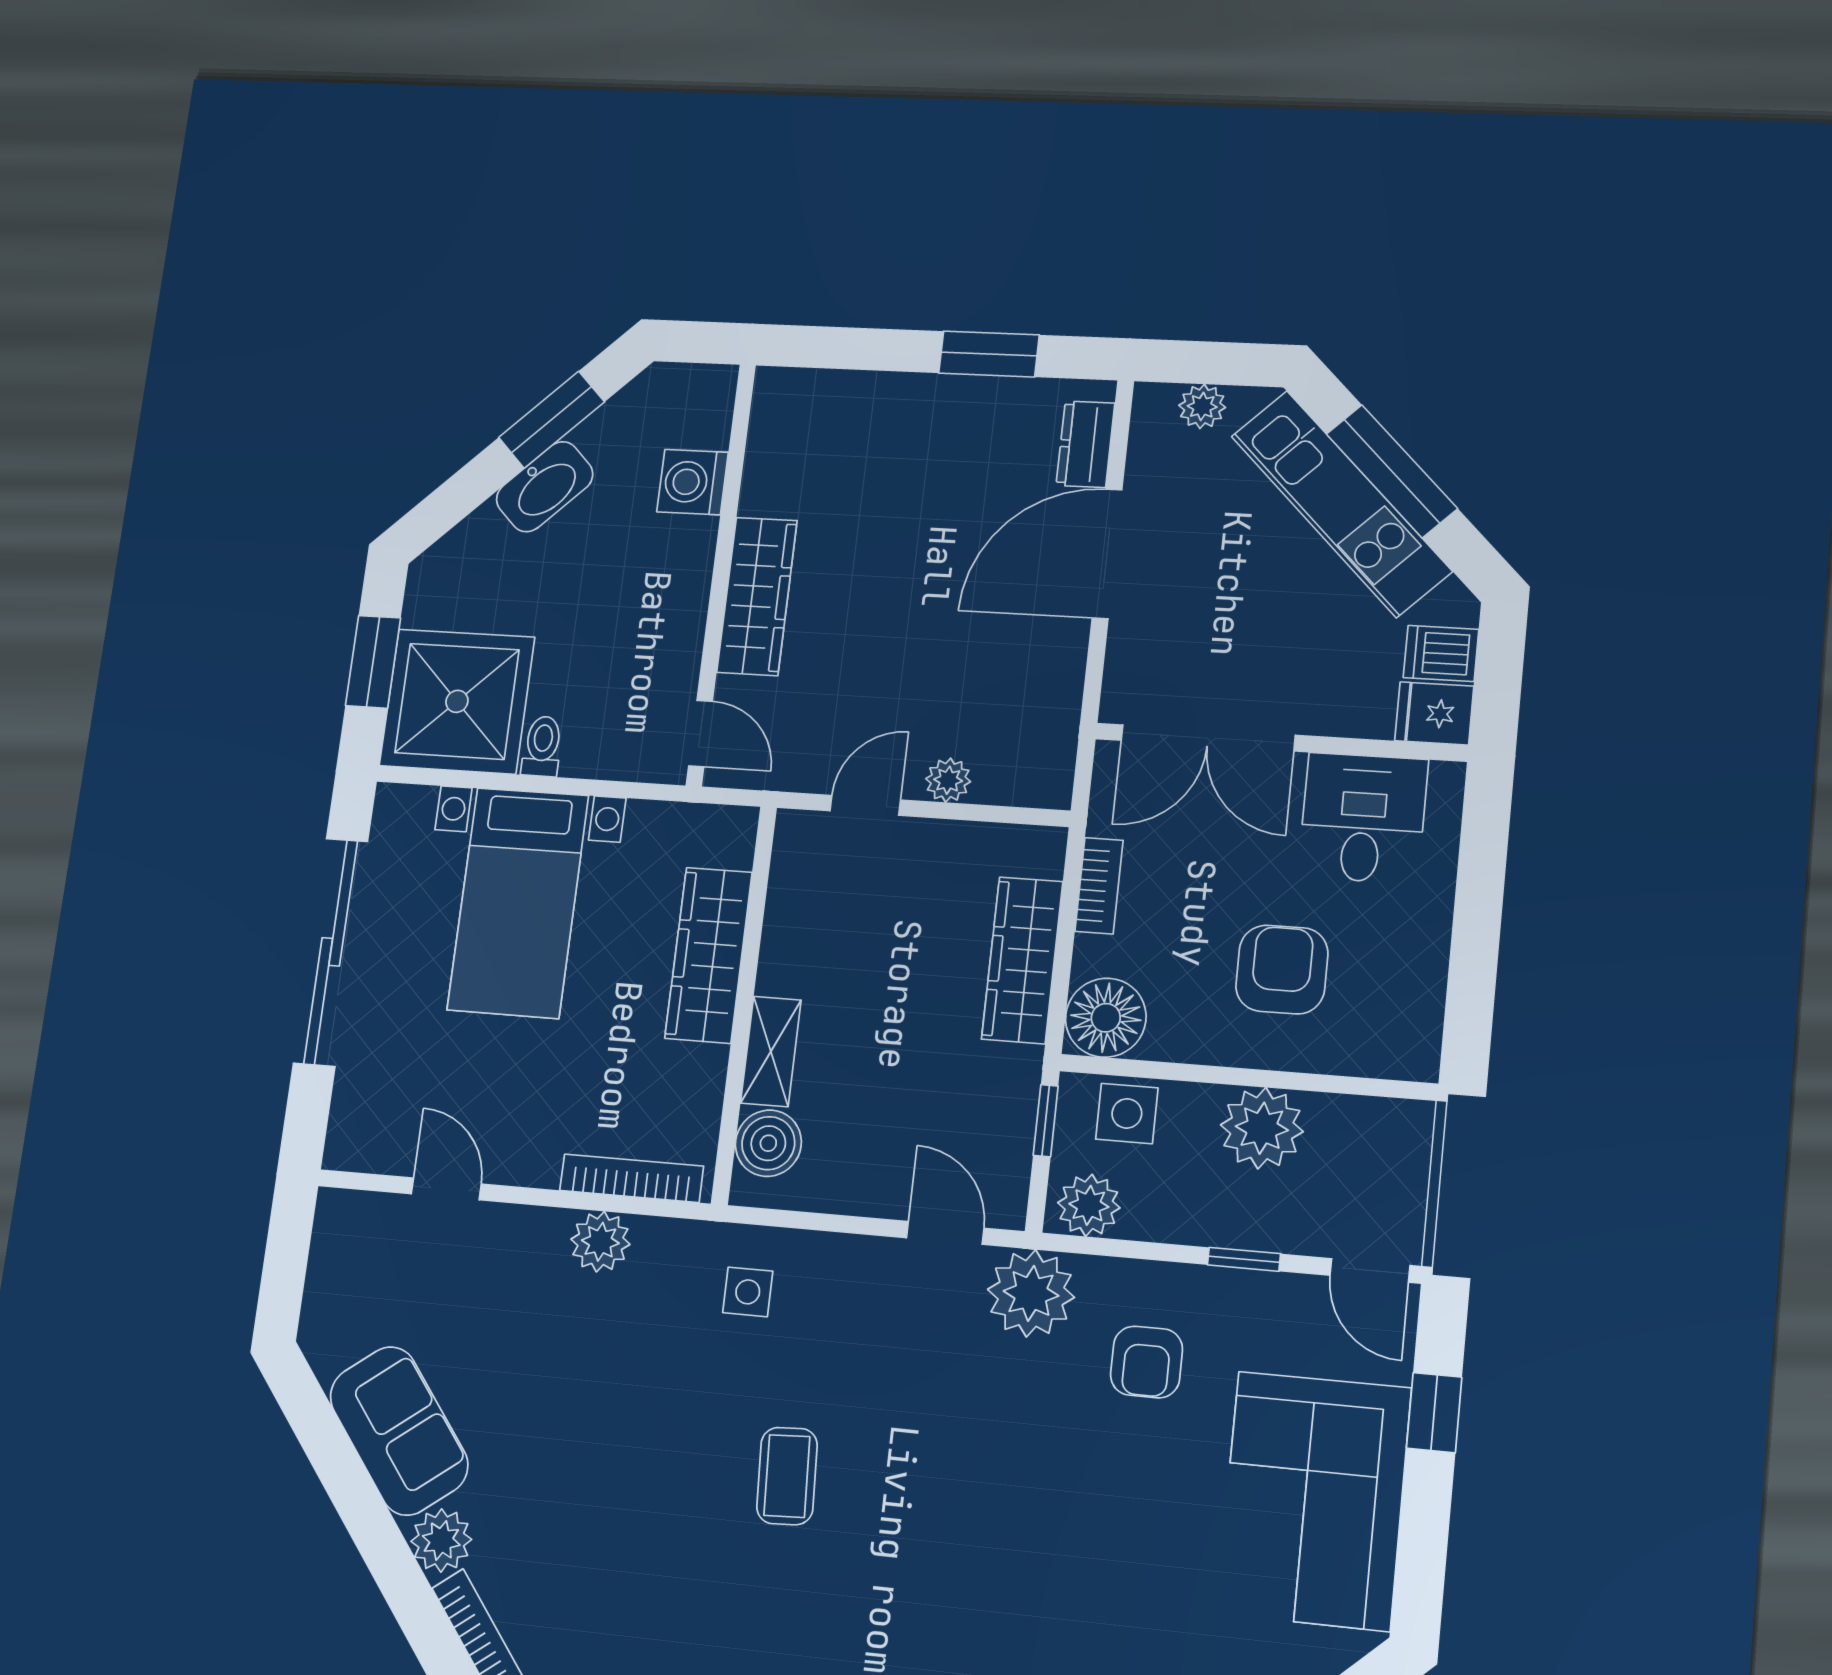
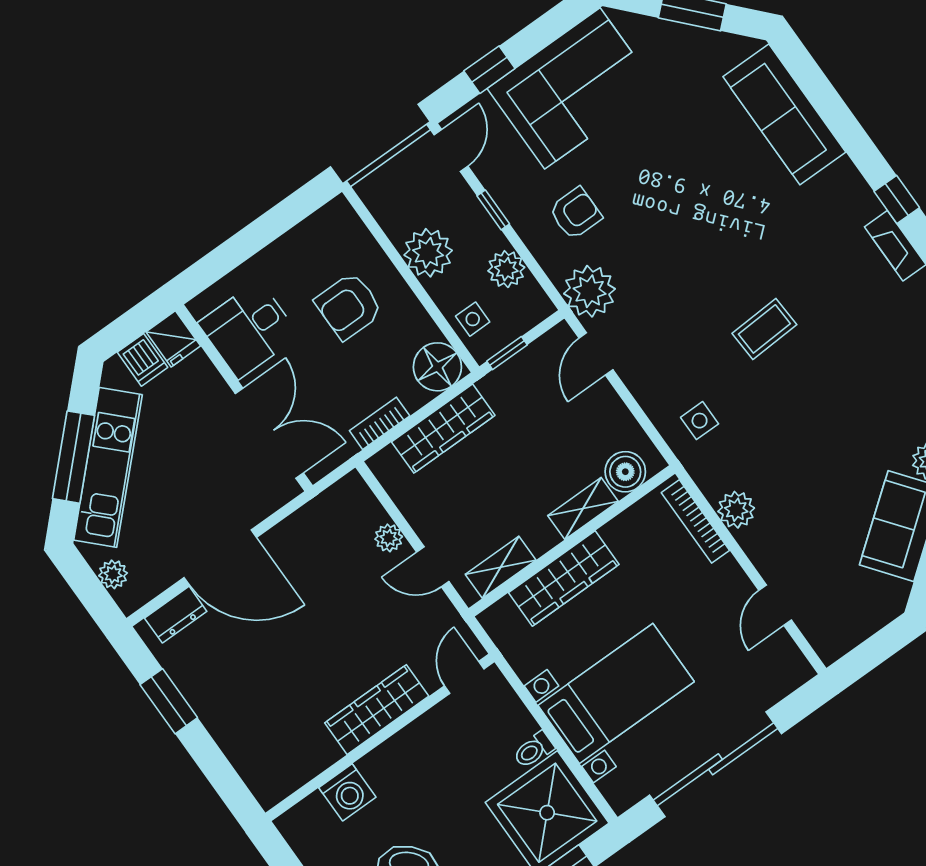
shelving: (791, 889) -> (501, 567), added
side table: (1127, 1113) -> (473, 319), width x0.73, depth x0.73
plant: (1089, 1205) -> (506, 269), moved

